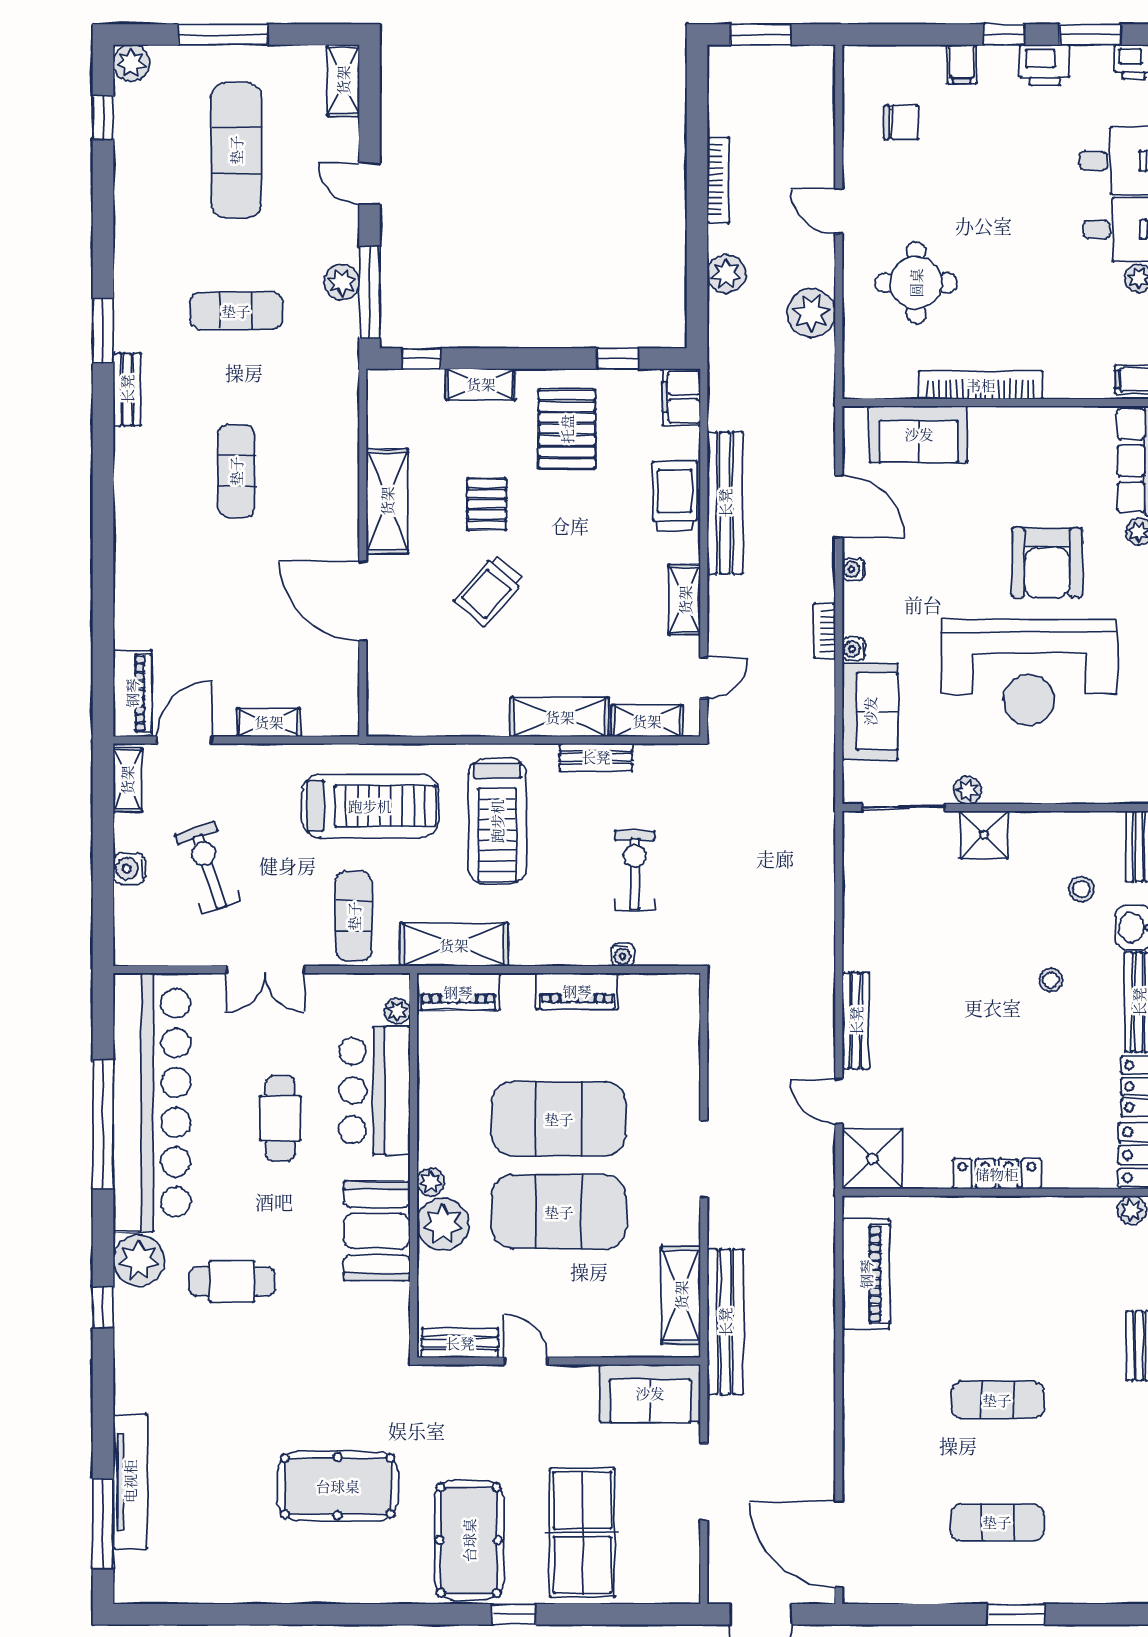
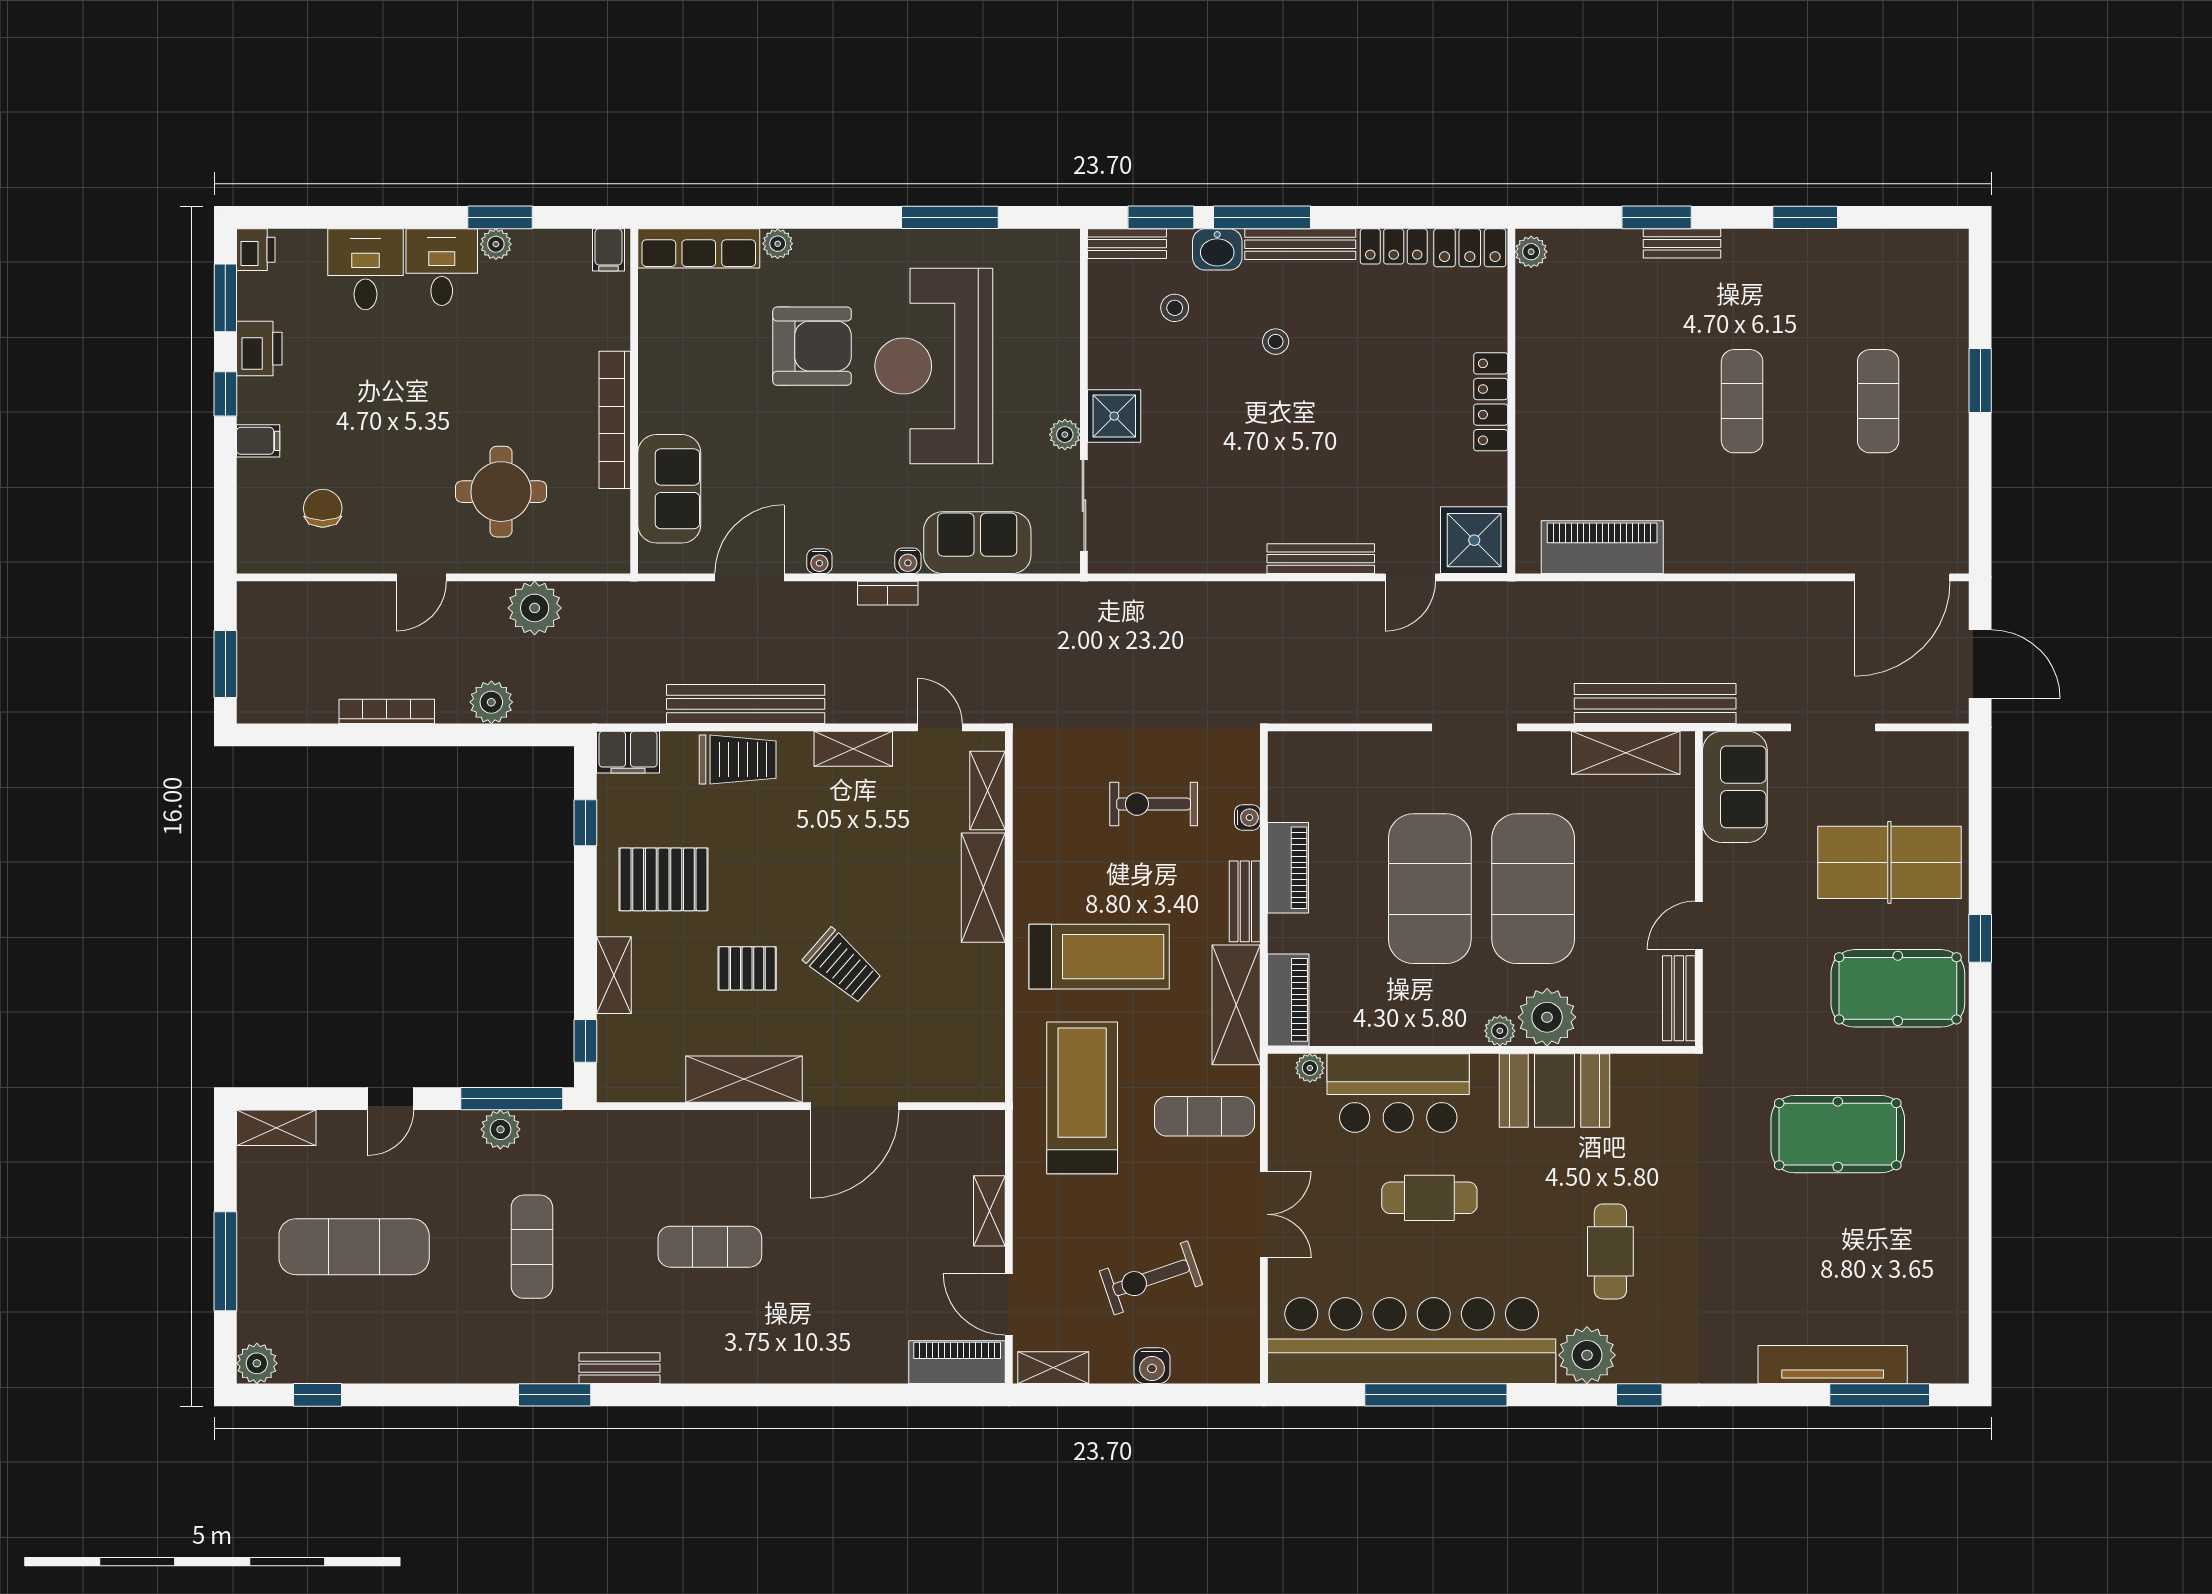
trolley: (675, 496) -> (738, 760), turned 180
reception desk: (1029, 672) -> (934, 366), turned 180
bench: (596, 757) -> (1245, 901), moved
pool table: (338, 1486) -> (1838, 1134), turned 90

